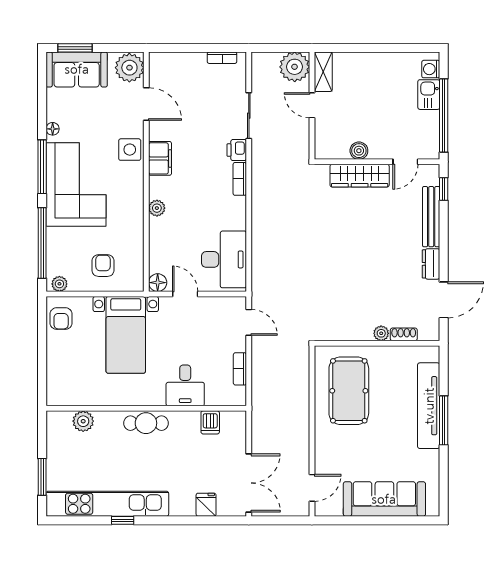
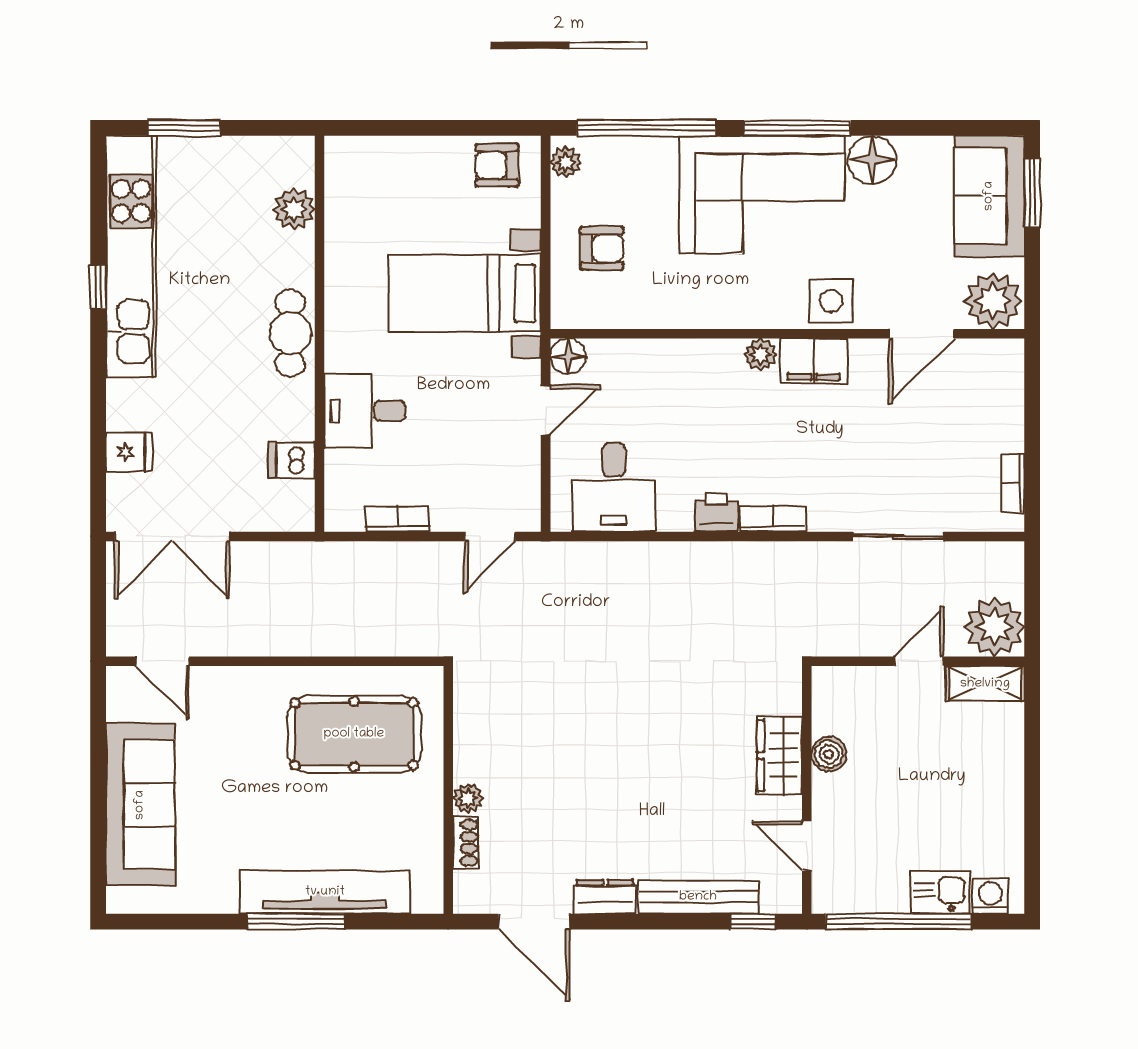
floor lamp: (53, 129) -> (872, 160), width x1.89, depth x1.89
printer: (237, 150) -> (716, 513), moved
wardrobe: (360, 176) -> (780, 755), width x0.67
plant: (157, 208) -> (760, 355), moved
desk: (224, 259) -> (614, 487), width x0.73

